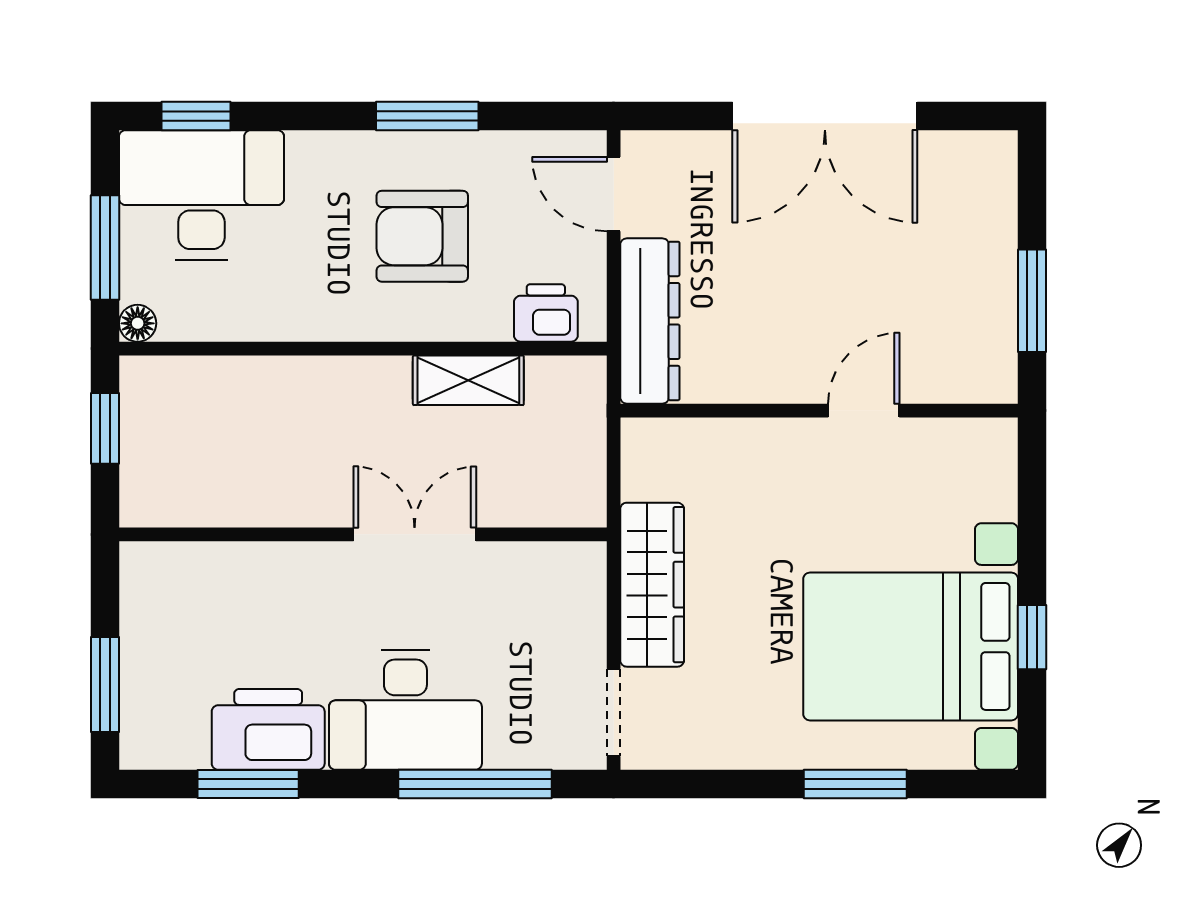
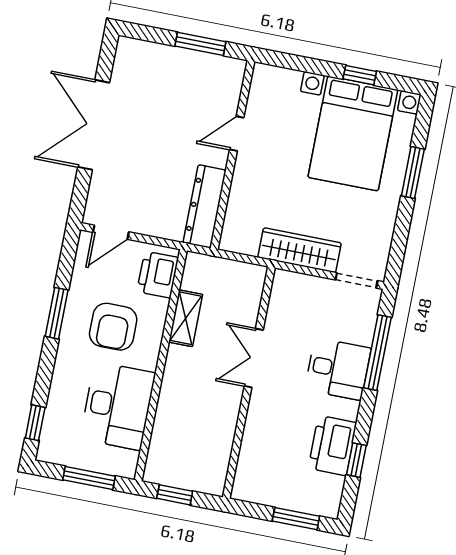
double door: (825, 116) -> (94, 125), swing flipped
desk: (201, 195) -> (118, 406), moved, turned 180
printer: (546, 313) -> (158, 275), width x1.36, depth x1.24
dresser: (650, 321) -> (205, 206), moved, turned -90
floor lamp: (138, 323) -> (128, 470), removed
door: (864, 411) -> (237, 134), hinge flipped
desk: (405, 710) -> (338, 369), width x0.73
window: (248, 784) -> (356, 460), width x0.67

